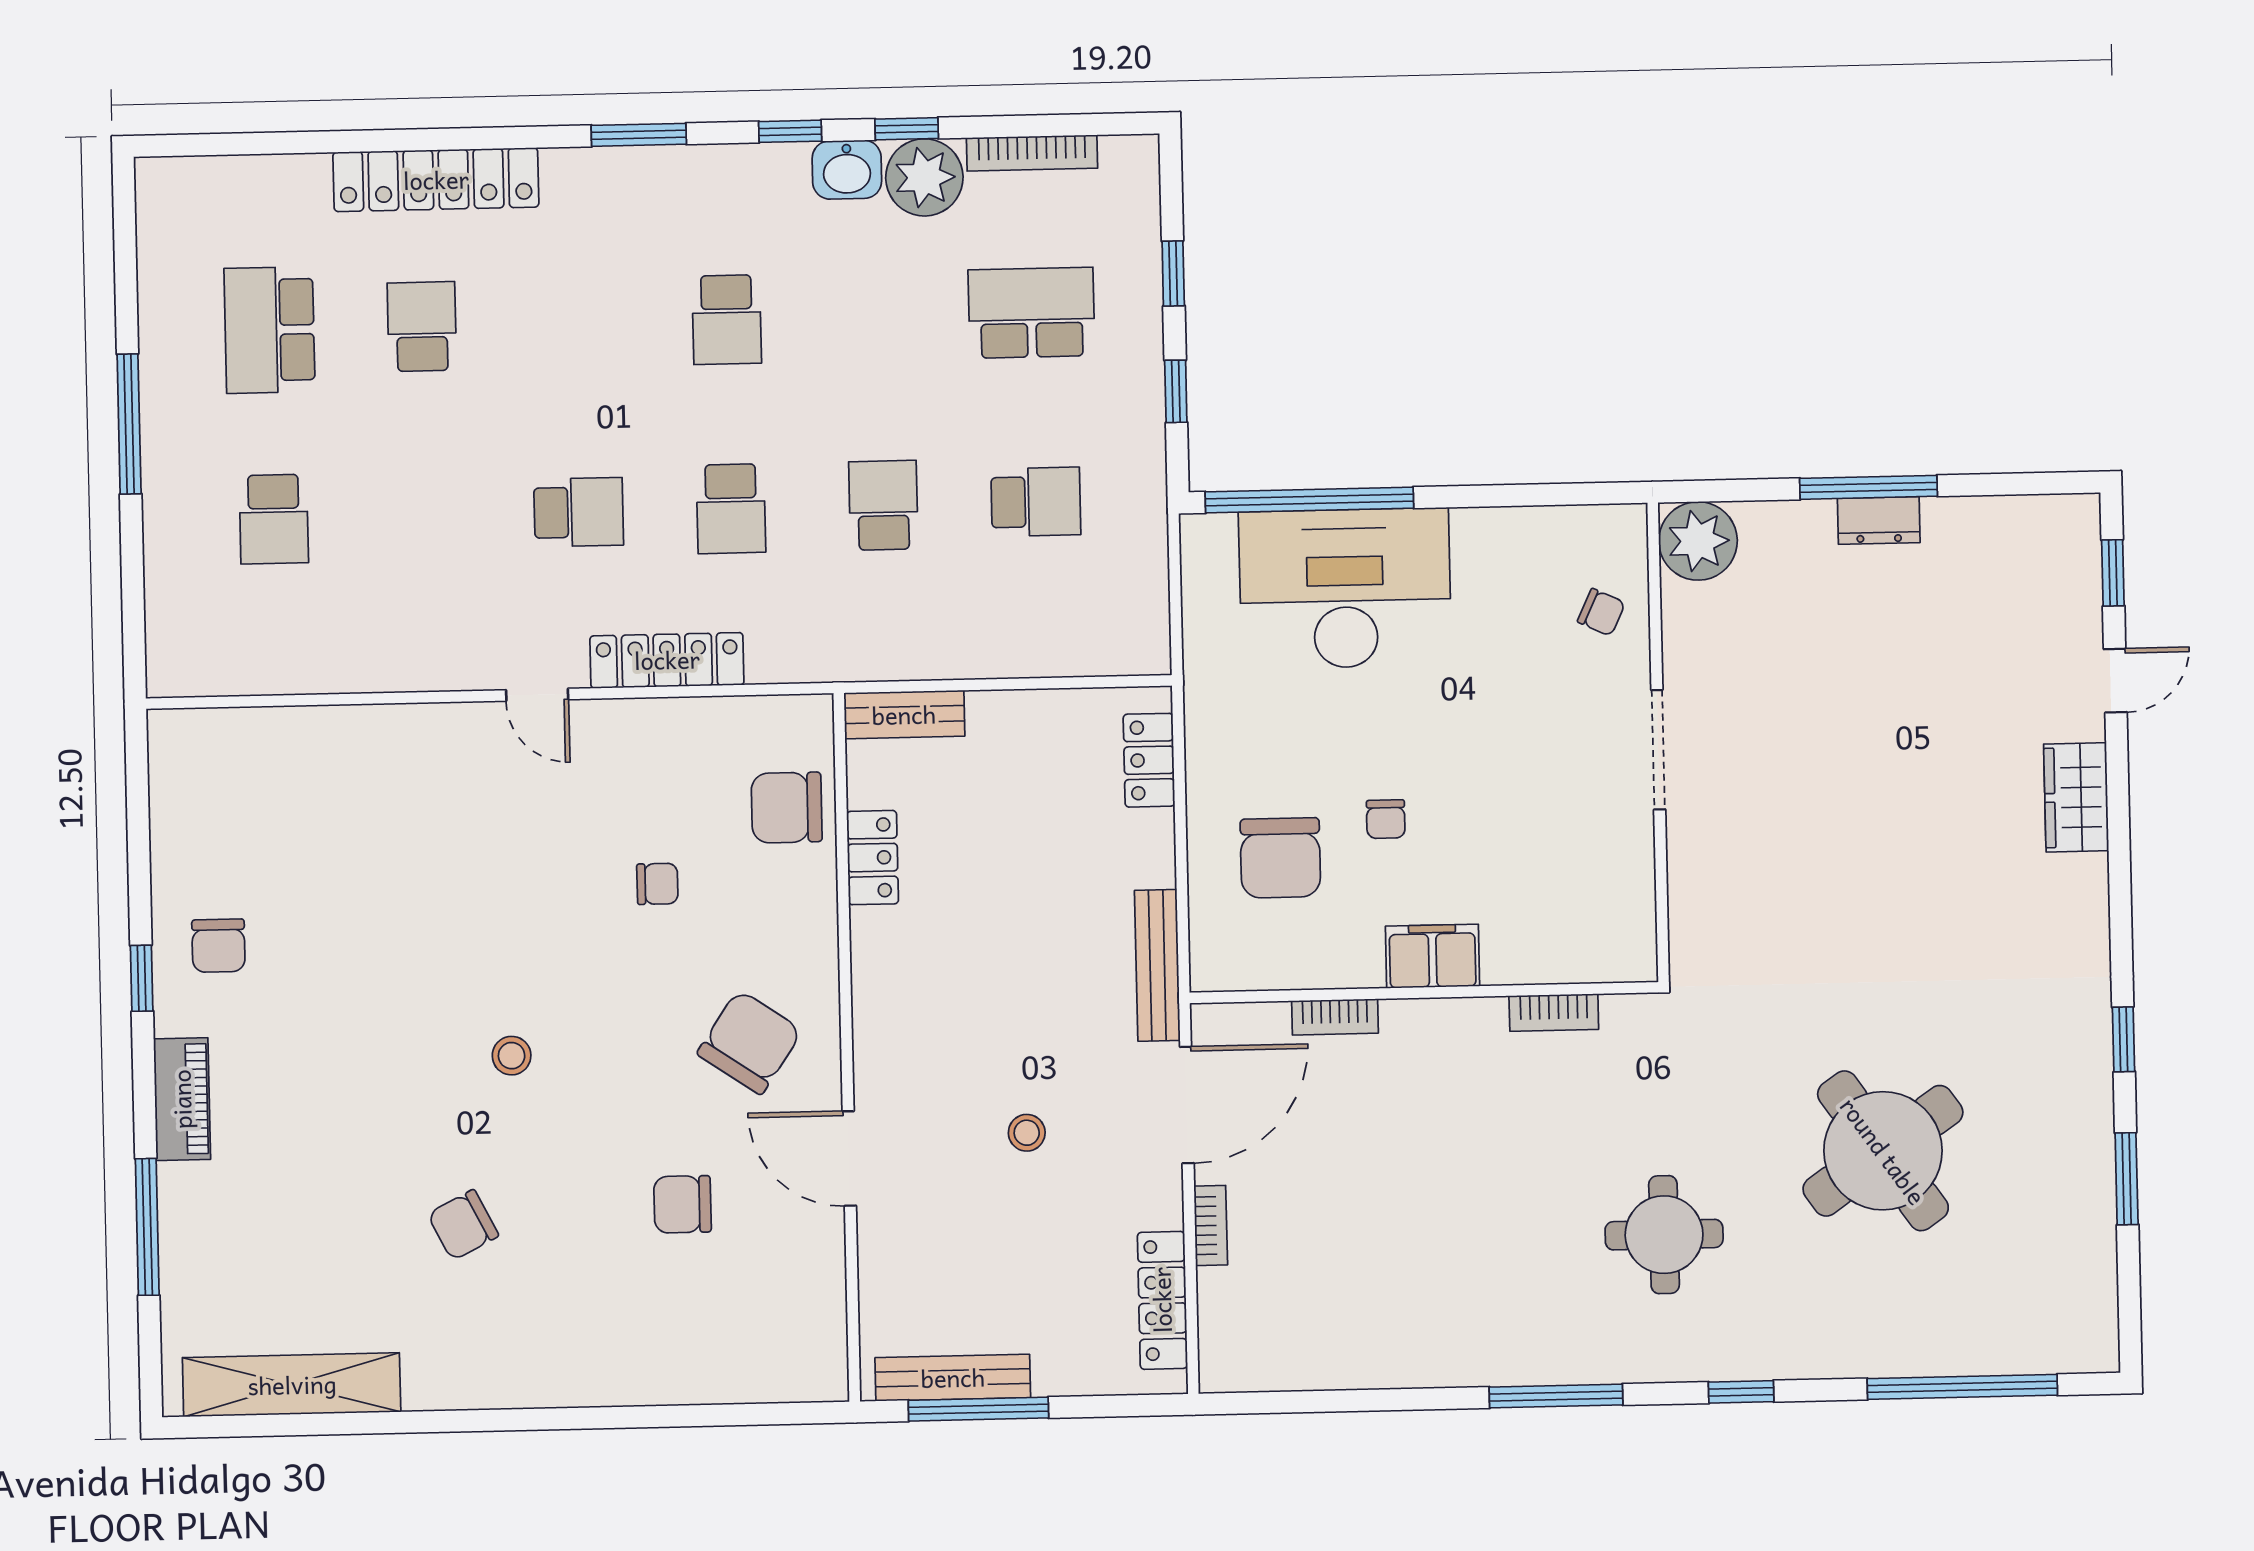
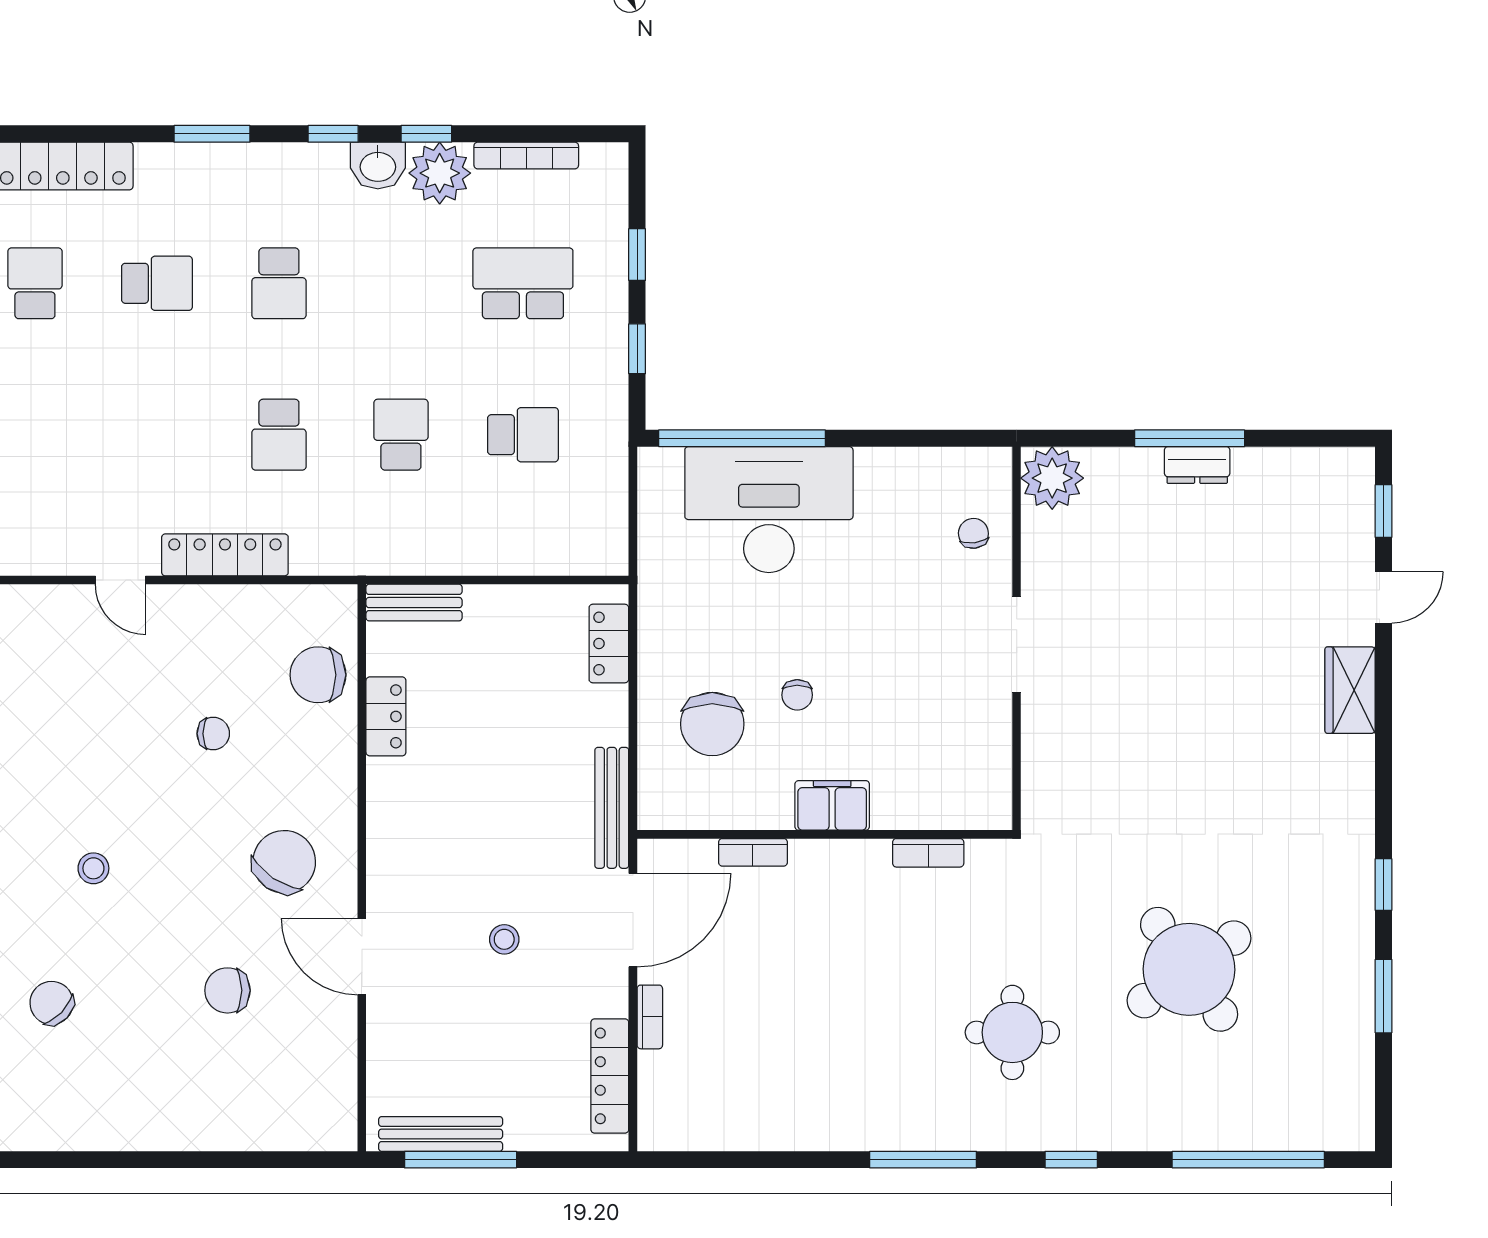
school desk: (579, 512) -> (157, 283), moved
chair: (1601, 612) -> (973, 533), turned -123
chair: (463, 1225) -> (52, 1003), turned 71

